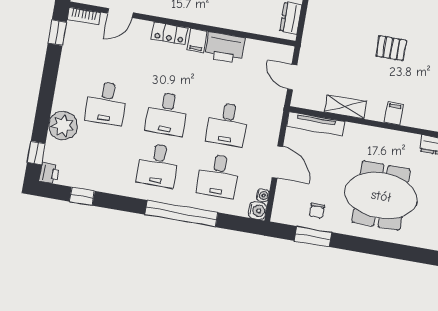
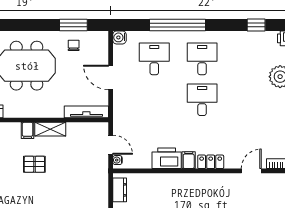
pallet: (391, 48) -> (34, 164), moved
desk: (106, 103) -> (250, 100), removed
shelving: (346, 107) -> (50, 129), moved
desk: (227, 124) -> (154, 100), removed
water cooler: (263, 195) -> (117, 160), moved

